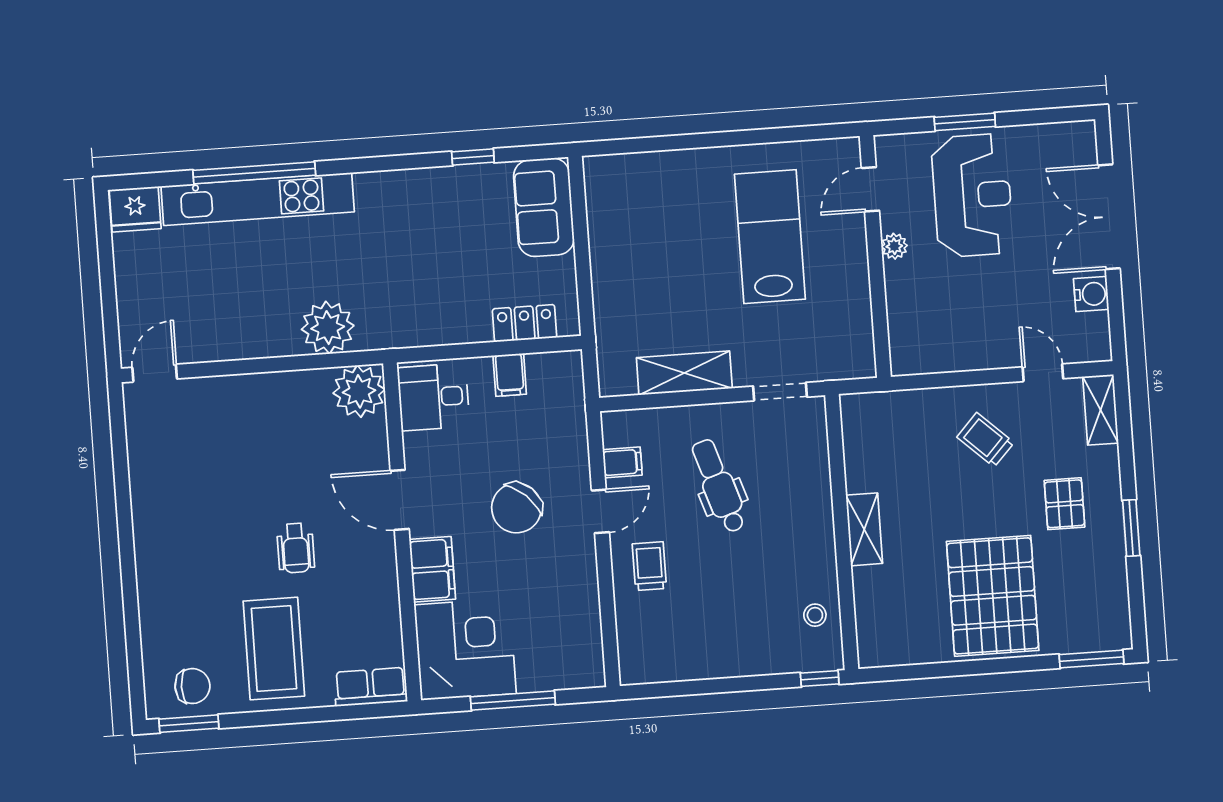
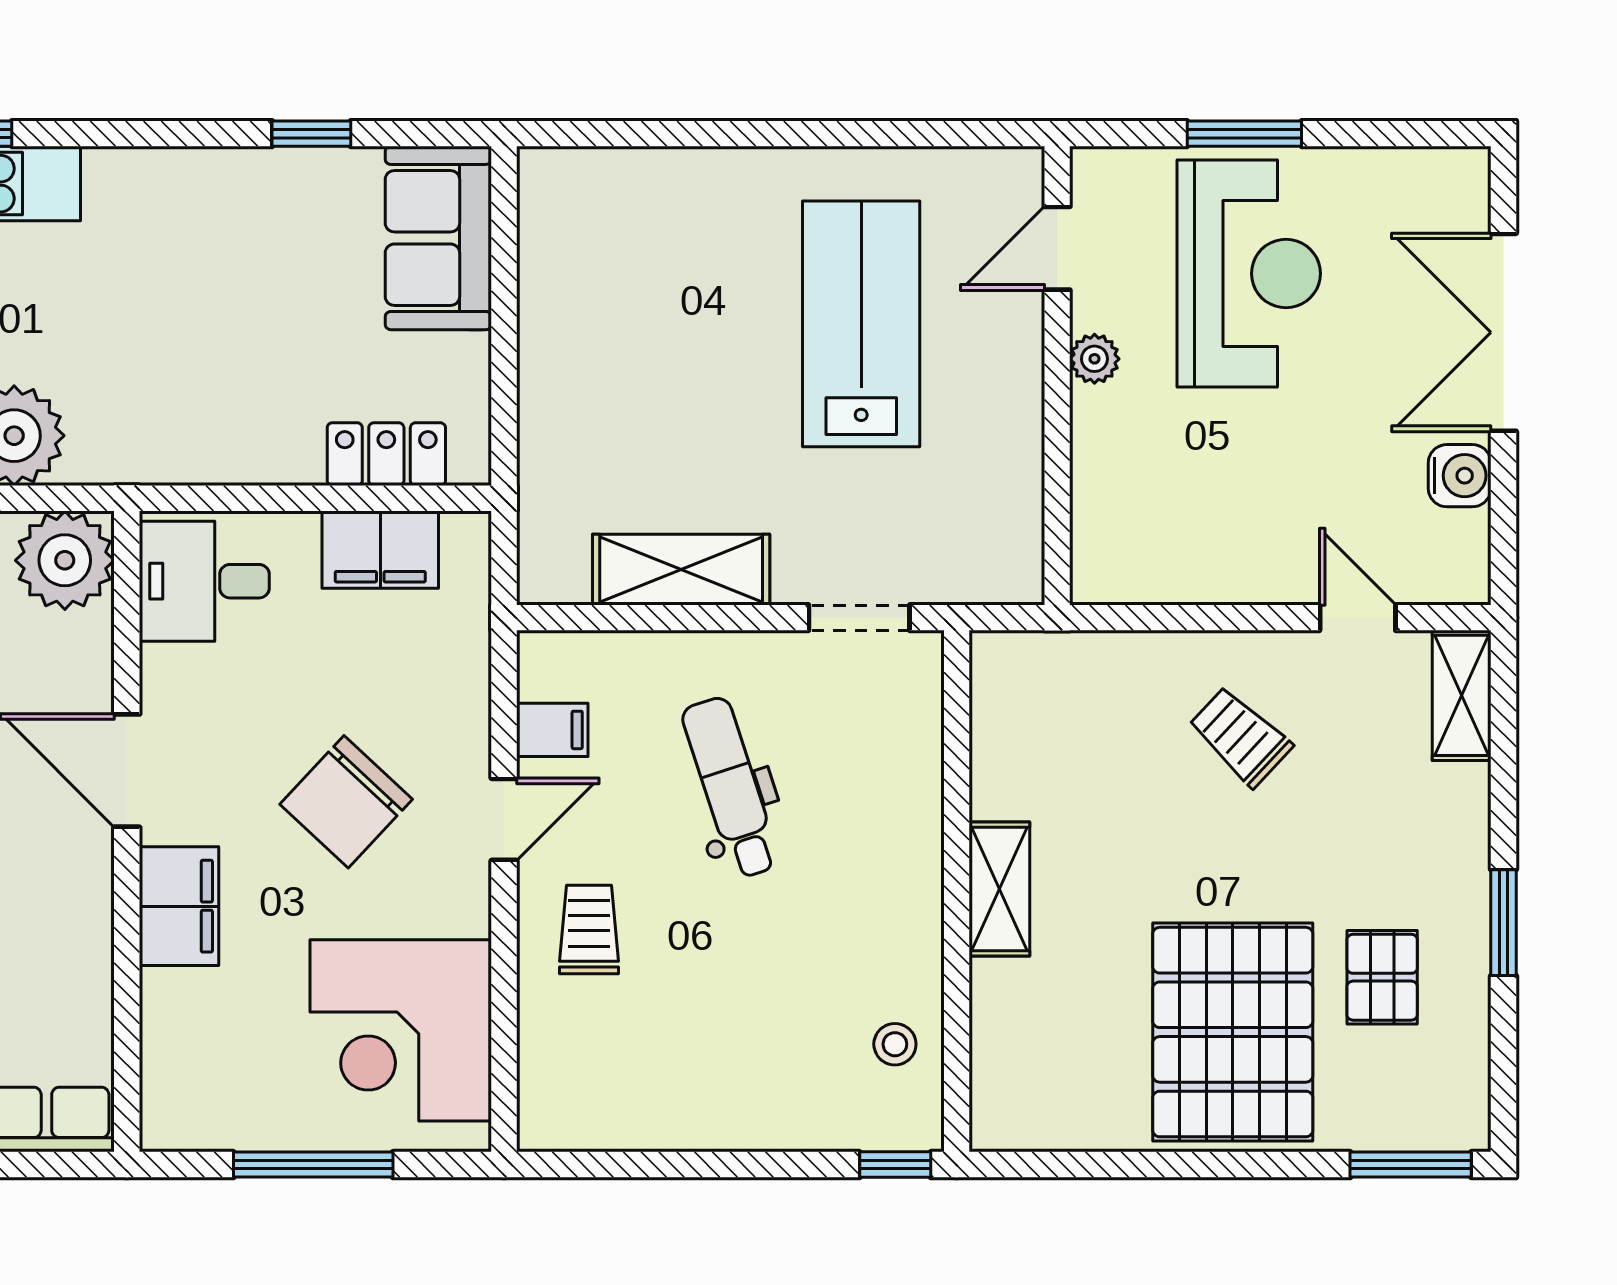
filing cabinet: (510, 375) -> (380, 550), width x2.00
pallet: (1064, 504) -> (1382, 977), moved
corner desk: (465, 649) -> (401, 1030), moved, turned 180

